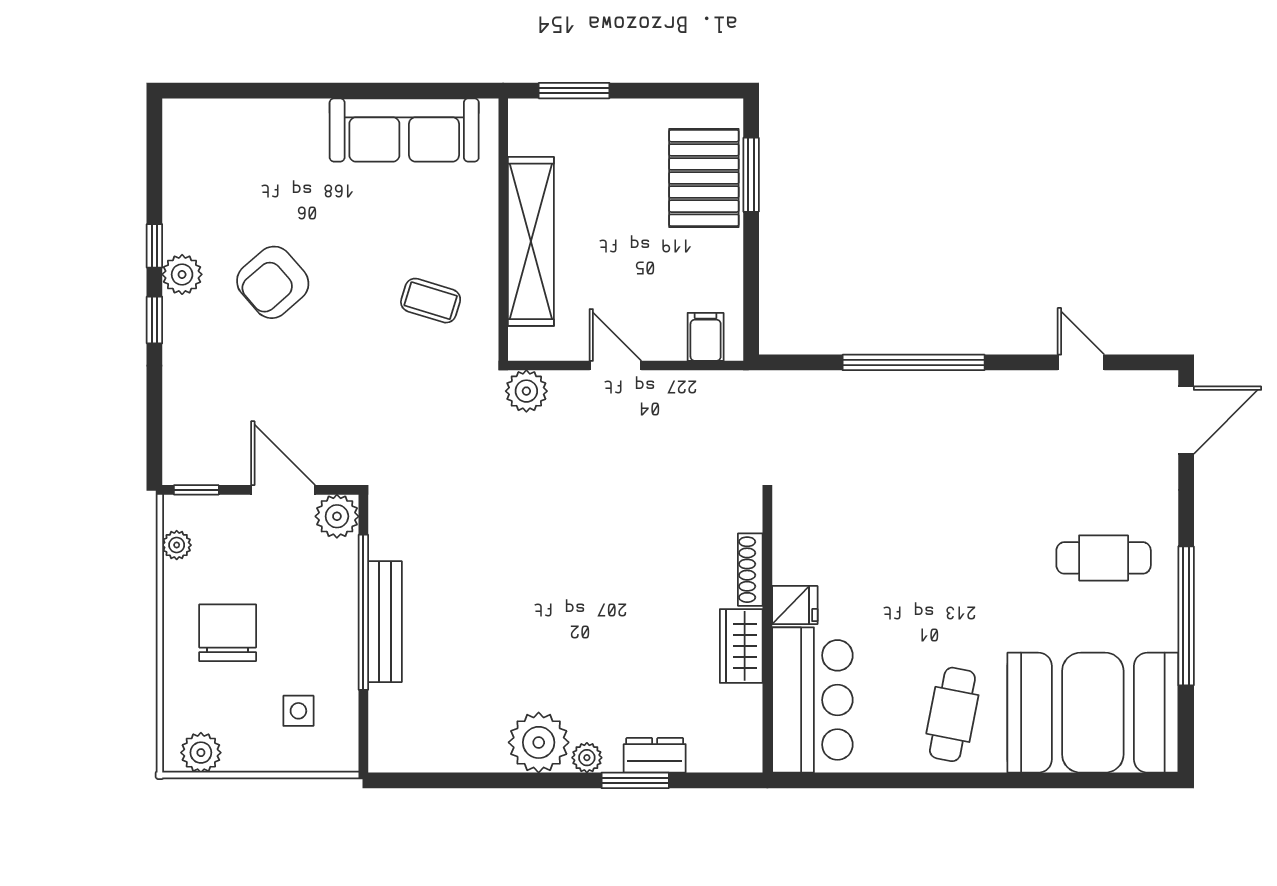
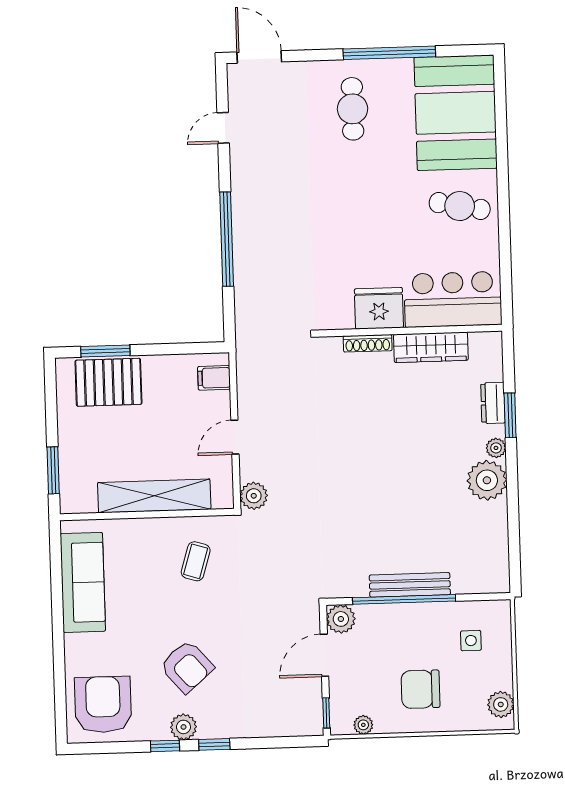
armchair: (219, 155) -> (103, 705), added
fridge: (795, 605) -> (379, 308), width x1.88, depth x1.34
wardrobe: (741, 646) -> (431, 347), width x1.50

